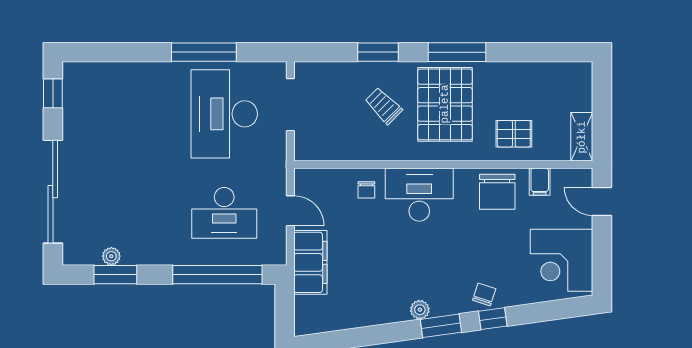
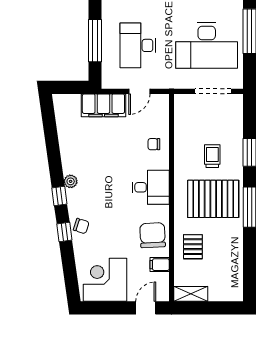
trolley: (384, 106) -> (212, 156), turned -45
desk: (224, 114) -> (207, 45), turned 180
chair: (497, 192) -> (153, 235), turned 87
desk: (419, 195) -> (151, 187), width x0.73
window: (217, 275) -> (95, 41), width x0.68
window: (441, 326) -> (59, 196), width x0.67

